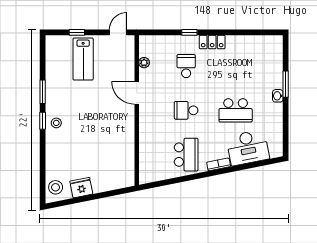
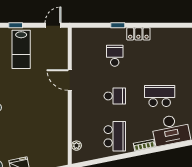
plant: (144, 63) -> (76, 146), moved
school desk: (186, 110) -> (115, 96), turned 180
school desk: (236, 110) -> (160, 96), turned 180

